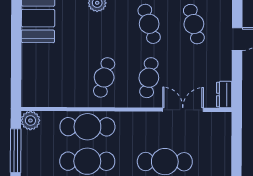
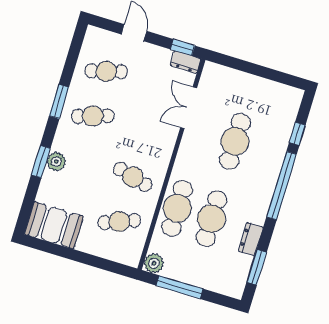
cafe table: (149, 78) -> (119, 222), moved, turned -30
window: (237, 88) -> (183, 47), added

